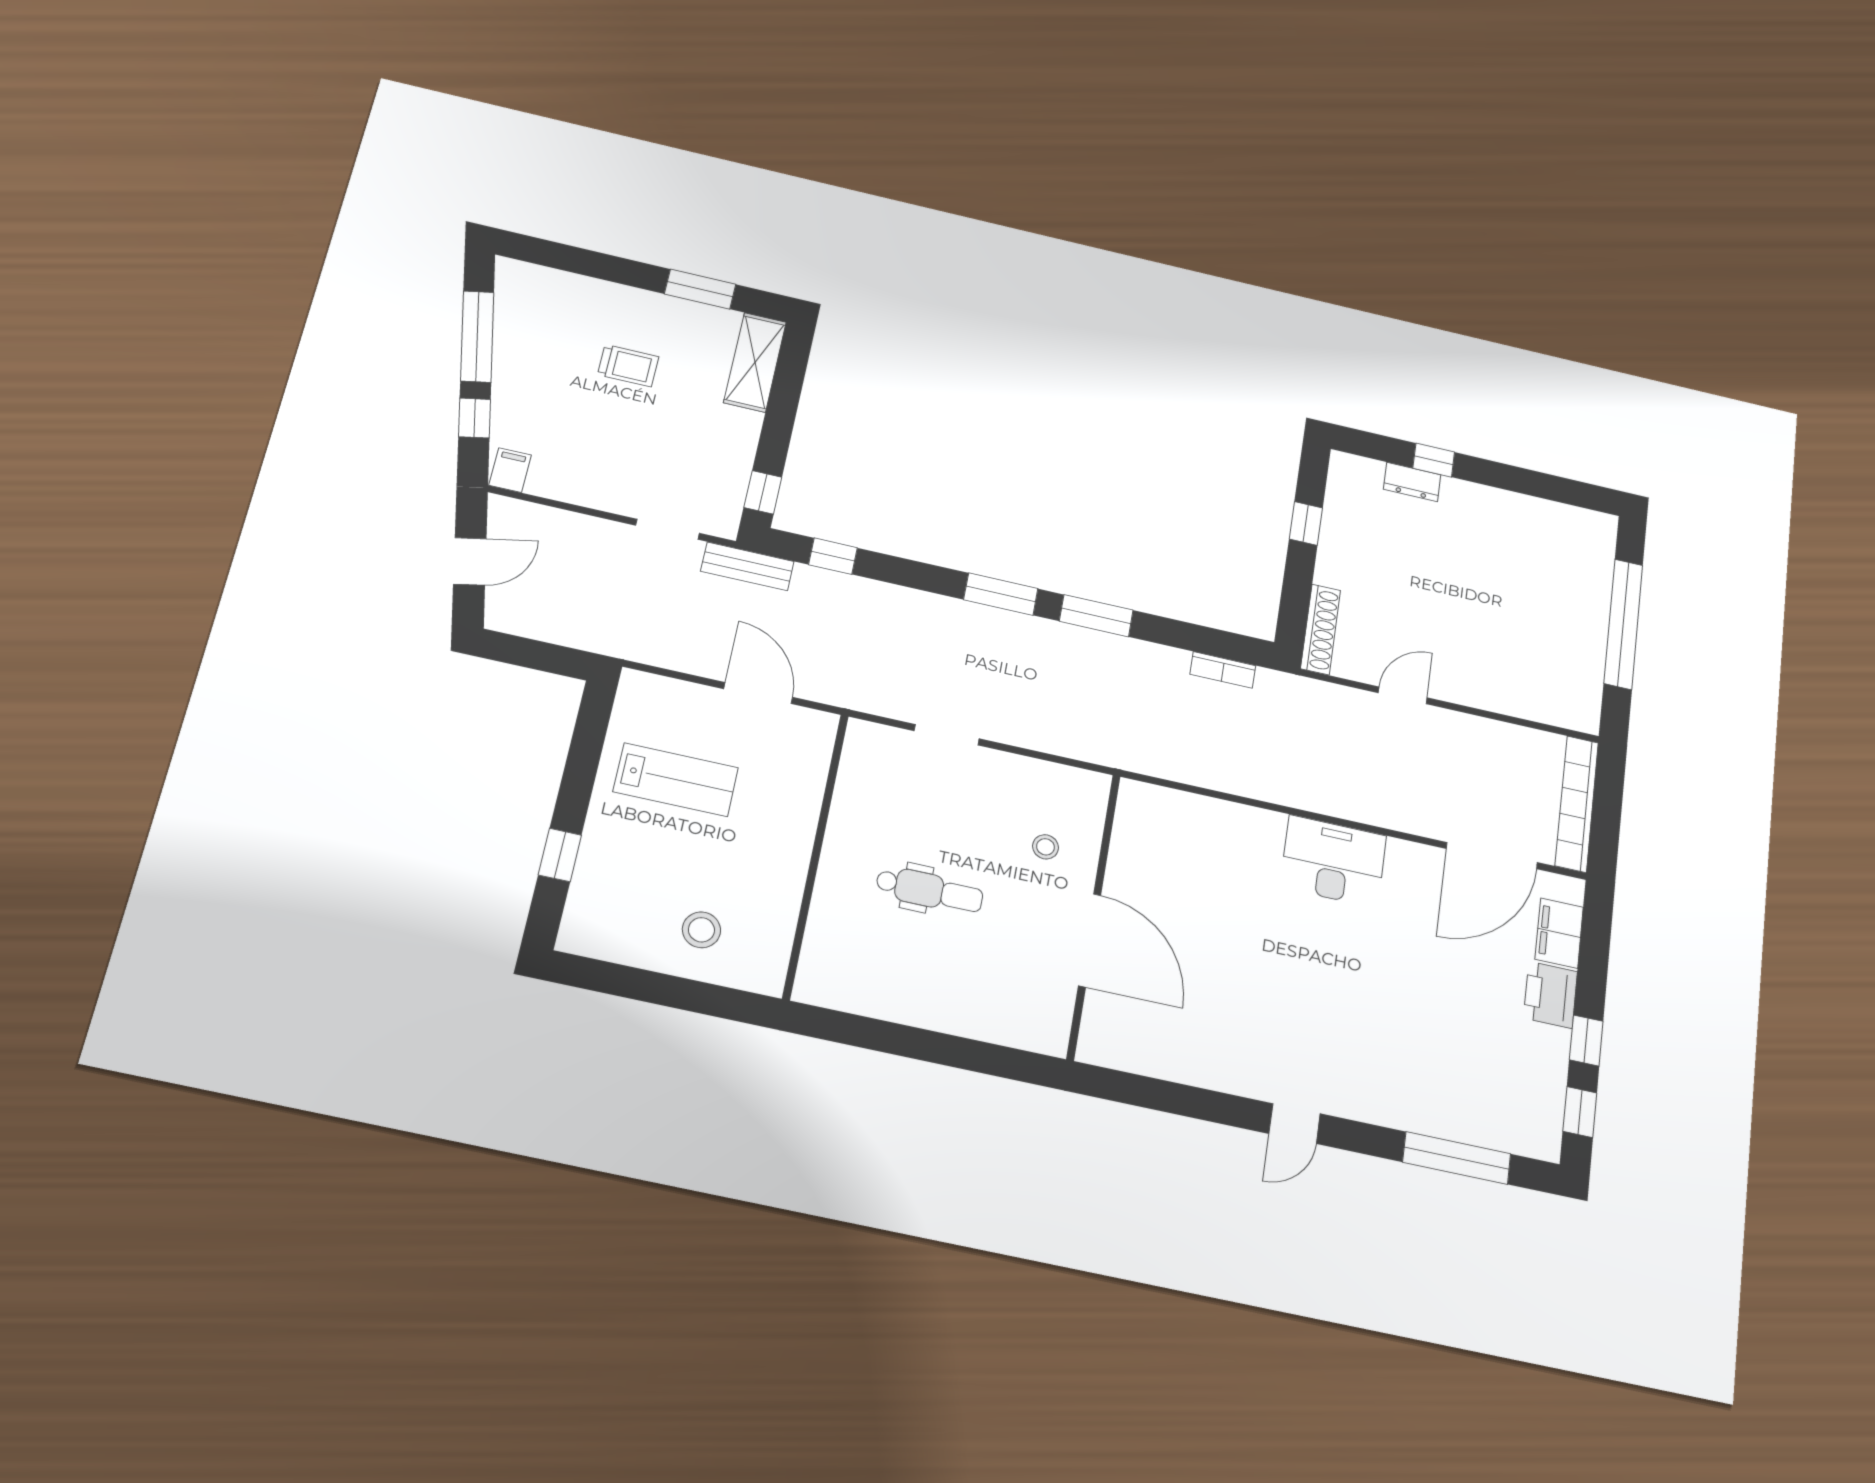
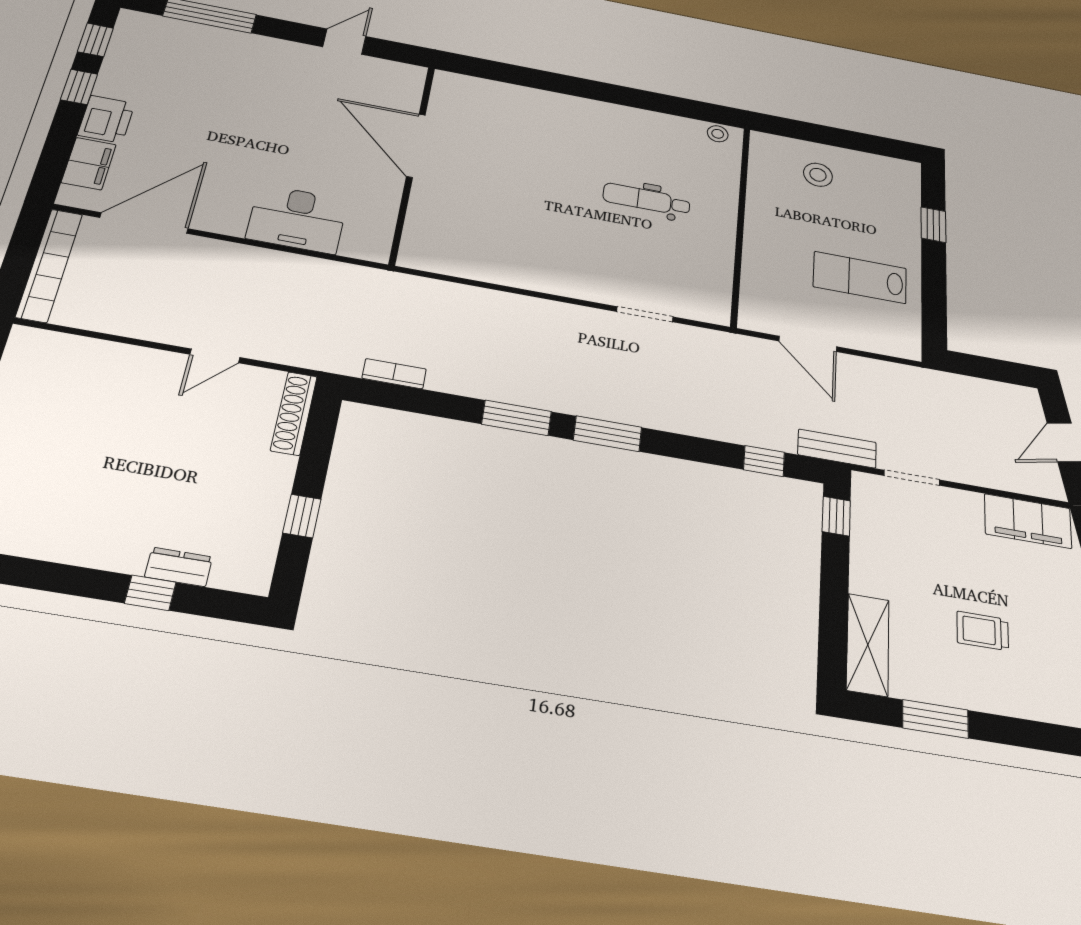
filing cabinet: (510, 470) -> (1028, 521), width x3.00, depth x1.17
stool: (1045, 847) -> (718, 134), moved
wall: (1094, 915) -> (412, 163), moved
door: (1090, 940) -> (416, 146), moved

